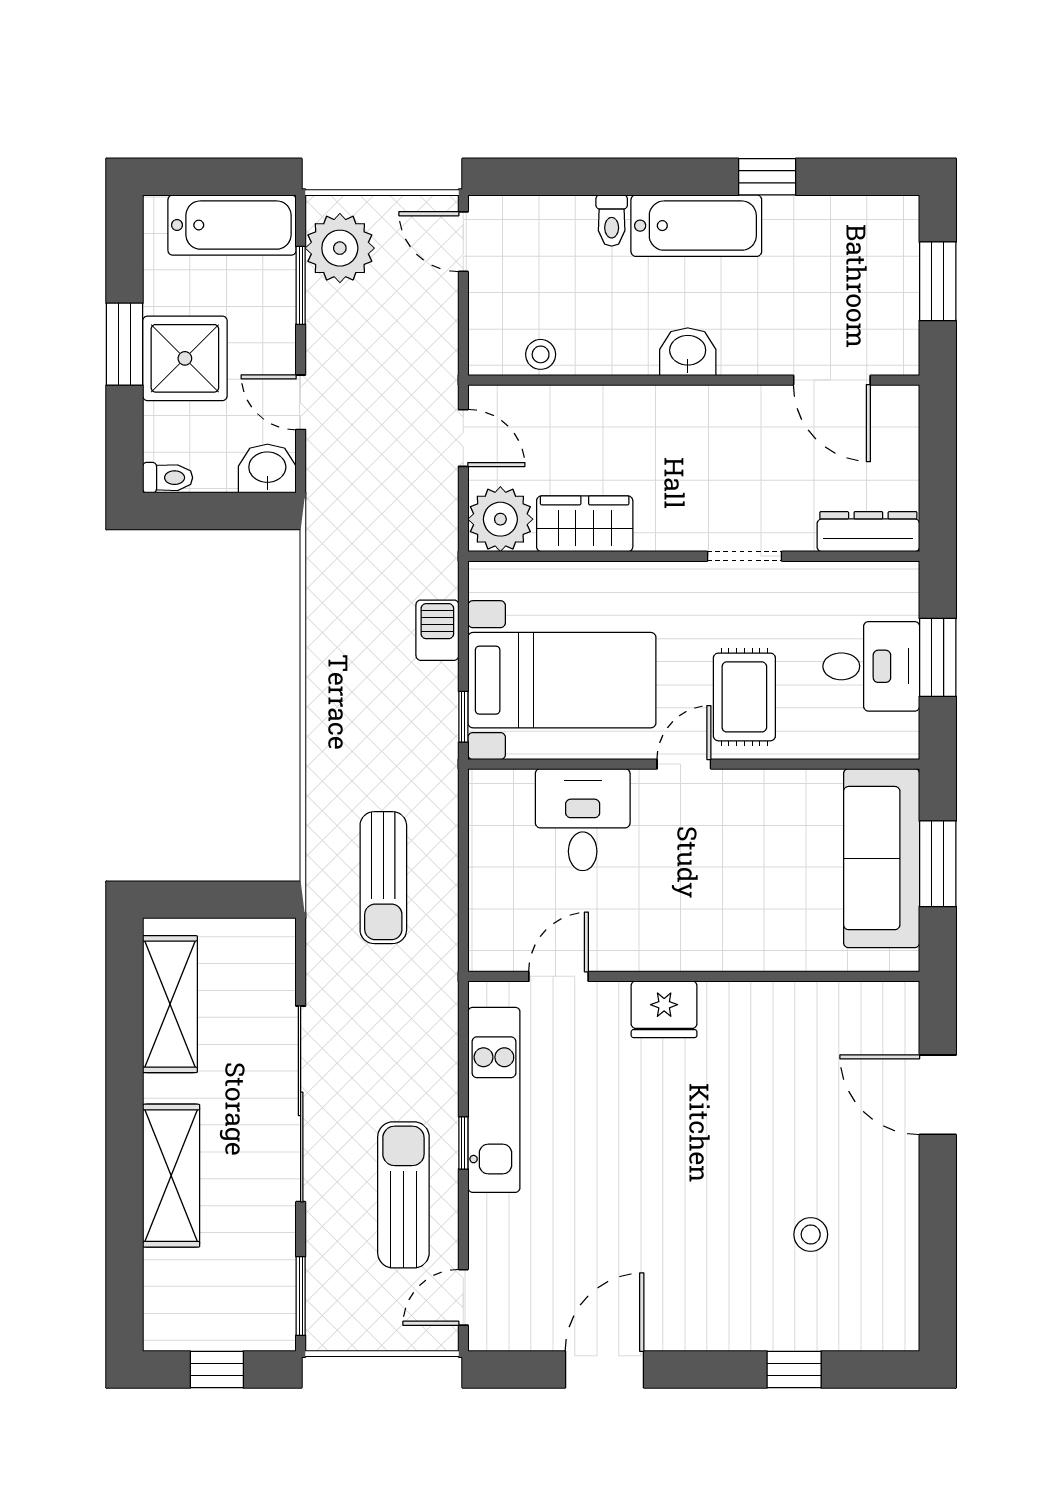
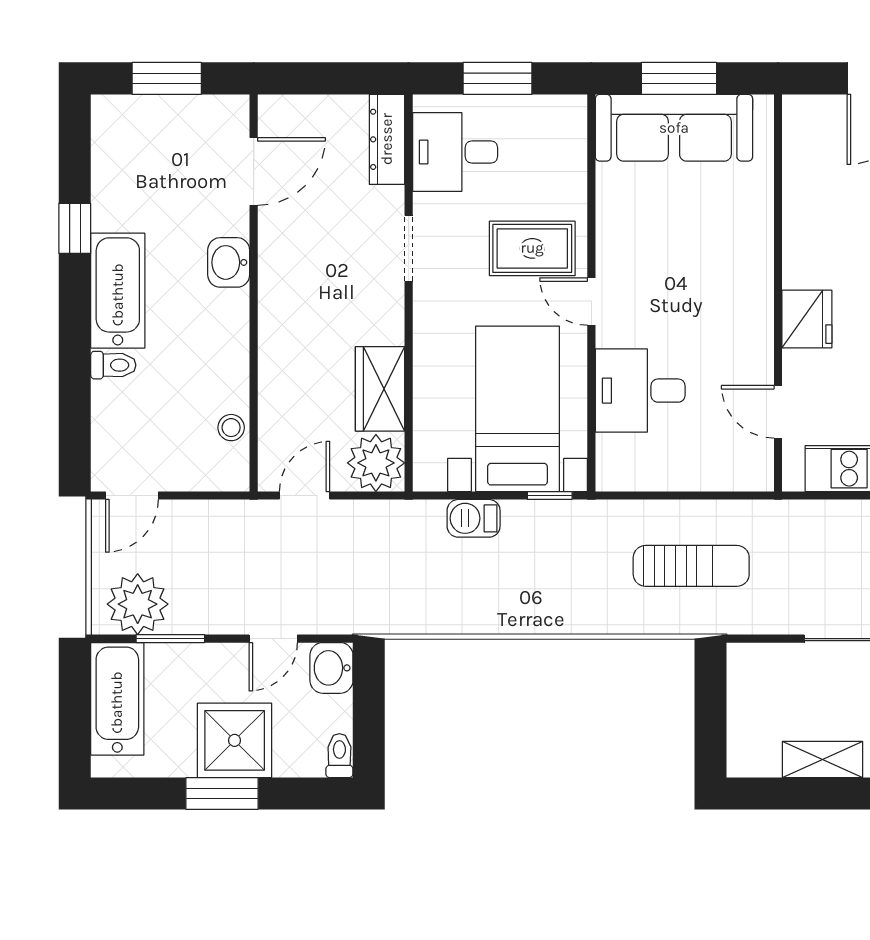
washbasin: (688, 352) -> (229, 262), moved
desk: (871, 666) -> (455, 152), moved, turned -90
shelving: (170, 1004) -> (822, 760), width x0.67, depth x0.75

